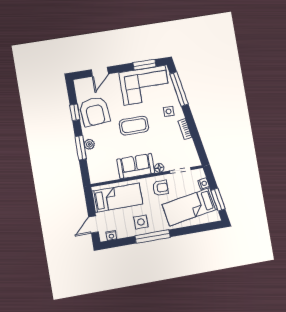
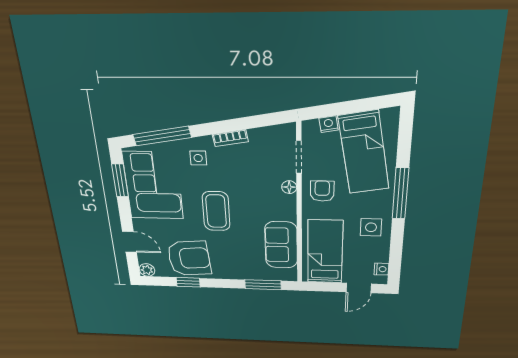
plant: (89, 144) -> (147, 270), moved
window: (81, 148) -> (263, 285), moved
sofa: (136, 166) -> (281, 245), moved
window: (218, 200) -> (362, 105), removed
door: (94, 224) -> (359, 288), hinge flipped
window: (153, 236) -> (400, 193), moved

